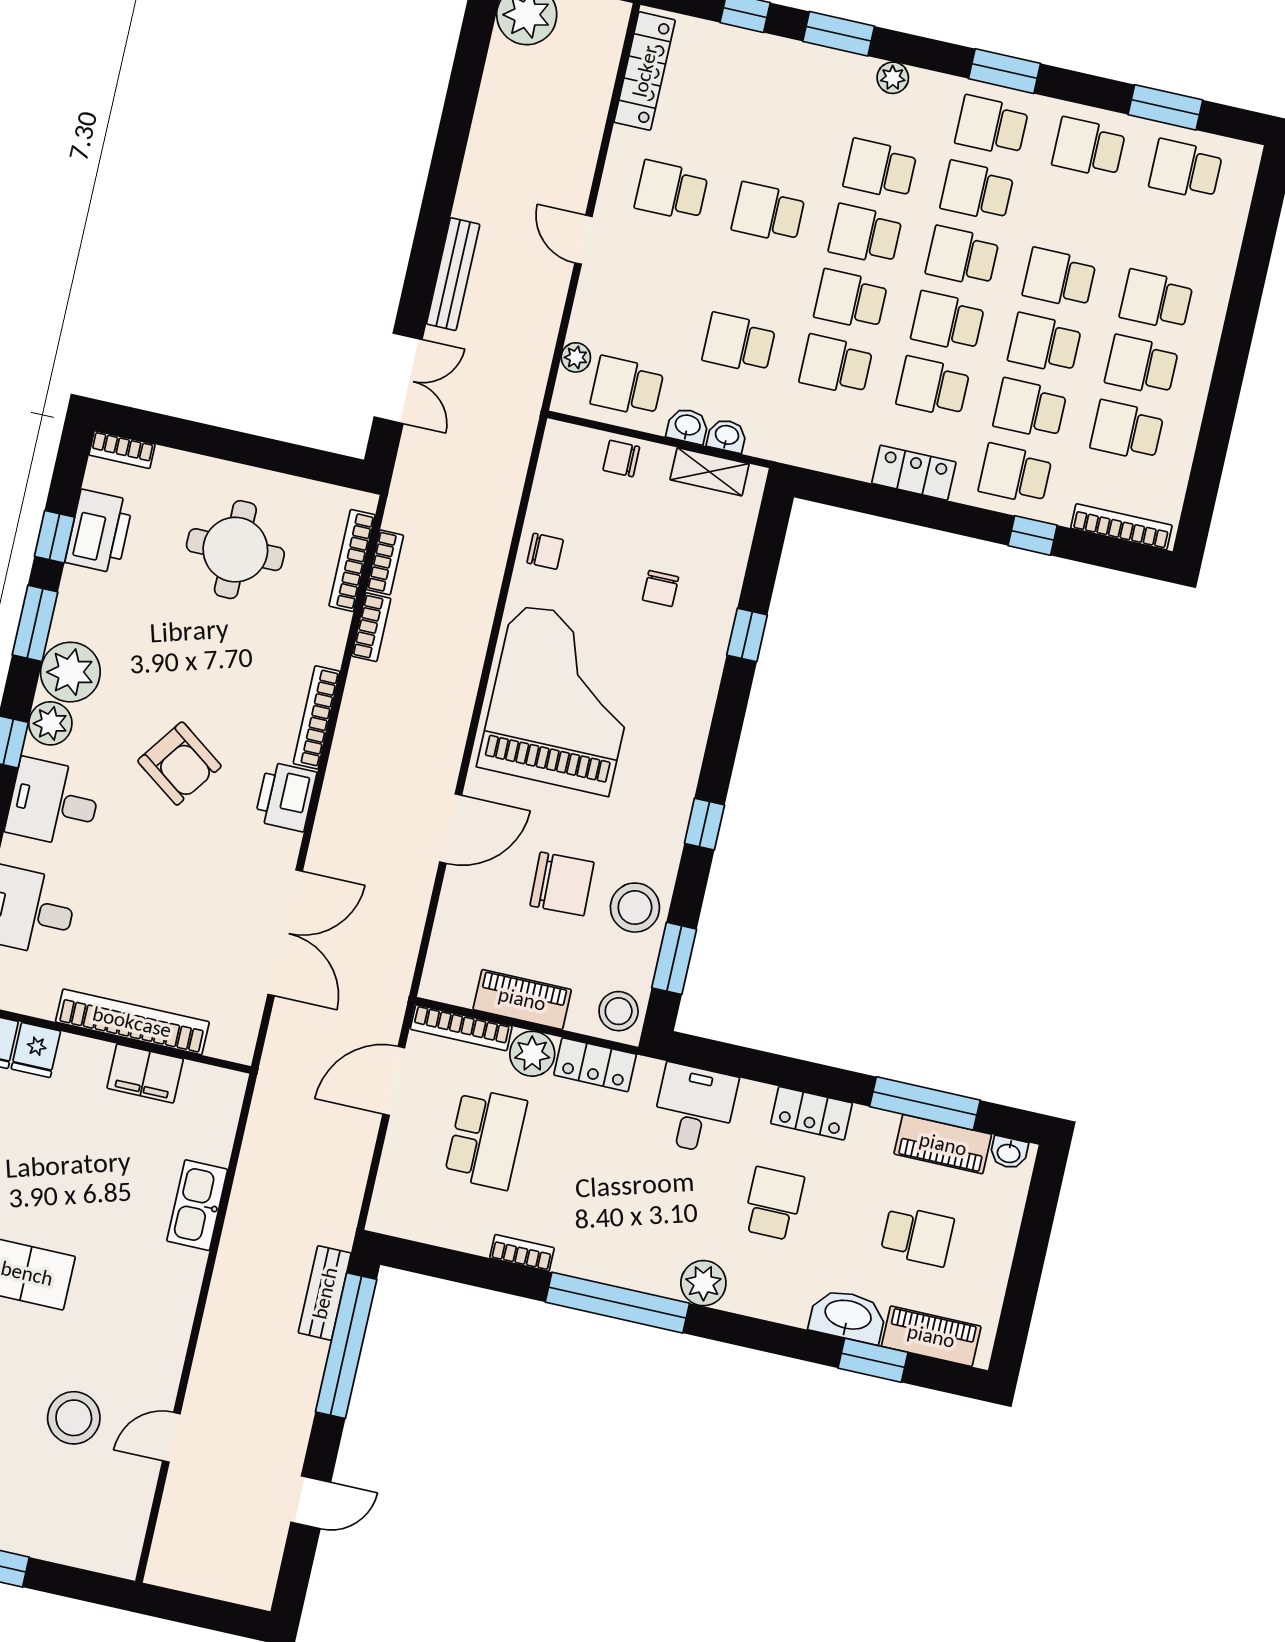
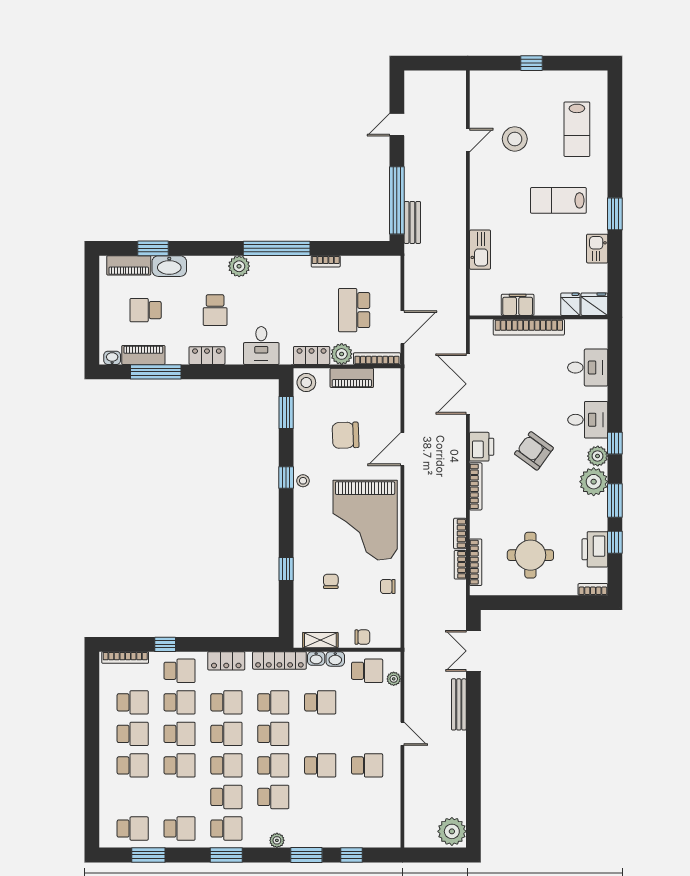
locker: (645, 71) -> (279, 660), moved, turned -90
stool: (635, 908) -> (303, 481), moved, width x0.53, depth x0.53

